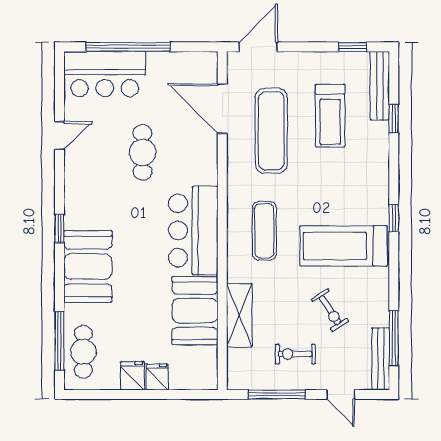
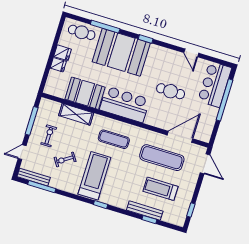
bench: (380, 86) -> (145, 211), moved
booth: (88, 266) -> (121, 52), width x1.36, depth x1.42
window: (59, 341) -> (105, 27), moved

